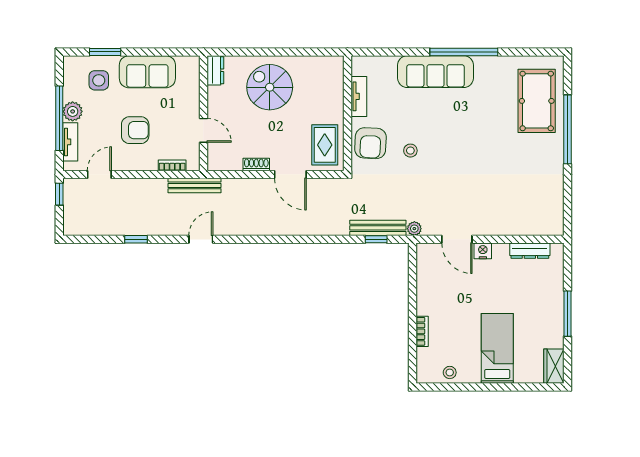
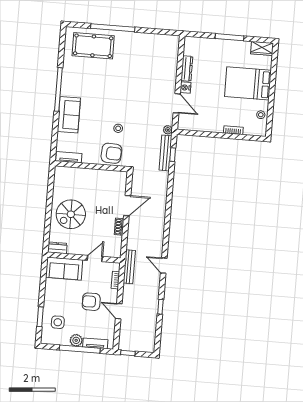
sofa: (147, 72) -> (64, 269), moved, turned 90
sofa: (435, 72) -> (69, 115), width x0.73
tv unit: (359, 96) -> (69, 157), moved
armchair: (135, 130) -> (91, 302), turned -90
rug: (325, 145) -> (110, 182), removed
door: (99, 174) -> (119, 311), moved
door: (457, 239) -> (177, 103), hinge flipped
dresser: (530, 251) -> (187, 69), moved
bed: (497, 348) -> (248, 83), width x1.50

